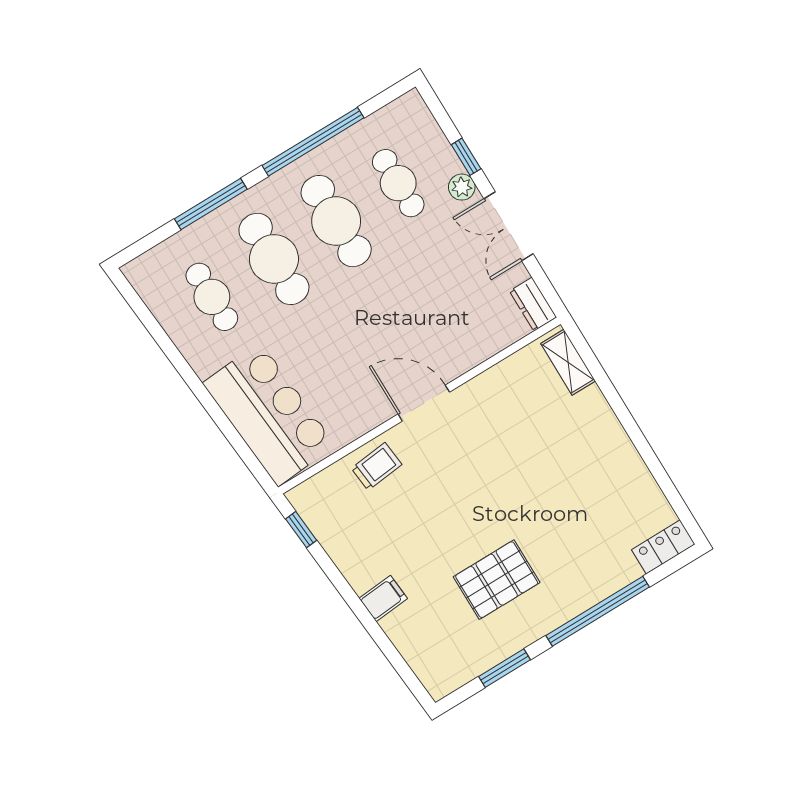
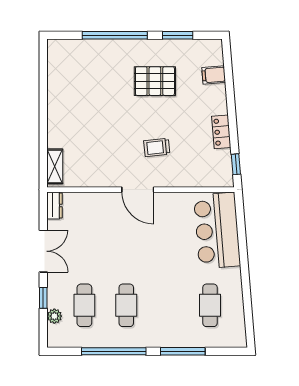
plant: (462, 187) -> (54, 316), moved
cafe table: (336, 221) -> (126, 305), width x0.73, depth x0.74
cafe table: (274, 259) -> (168, 305), removed
trolley: (377, 466) -> (157, 147), moved
locker: (663, 547) -> (221, 132), moved, turned 85
filing cabinet: (383, 598) -> (214, 75), moved

